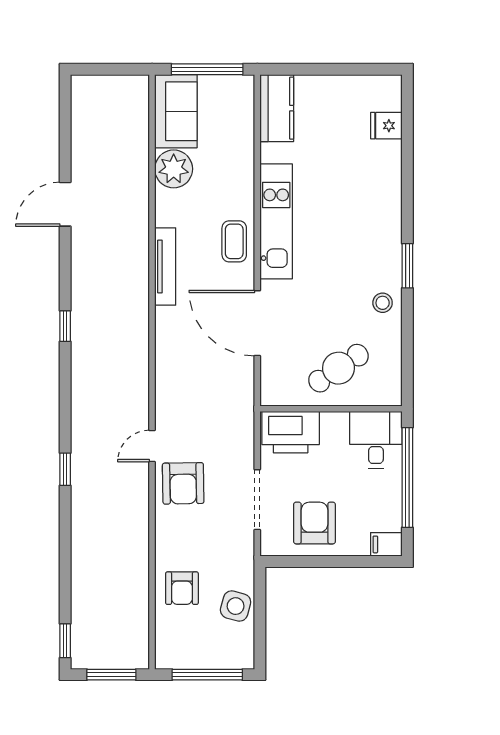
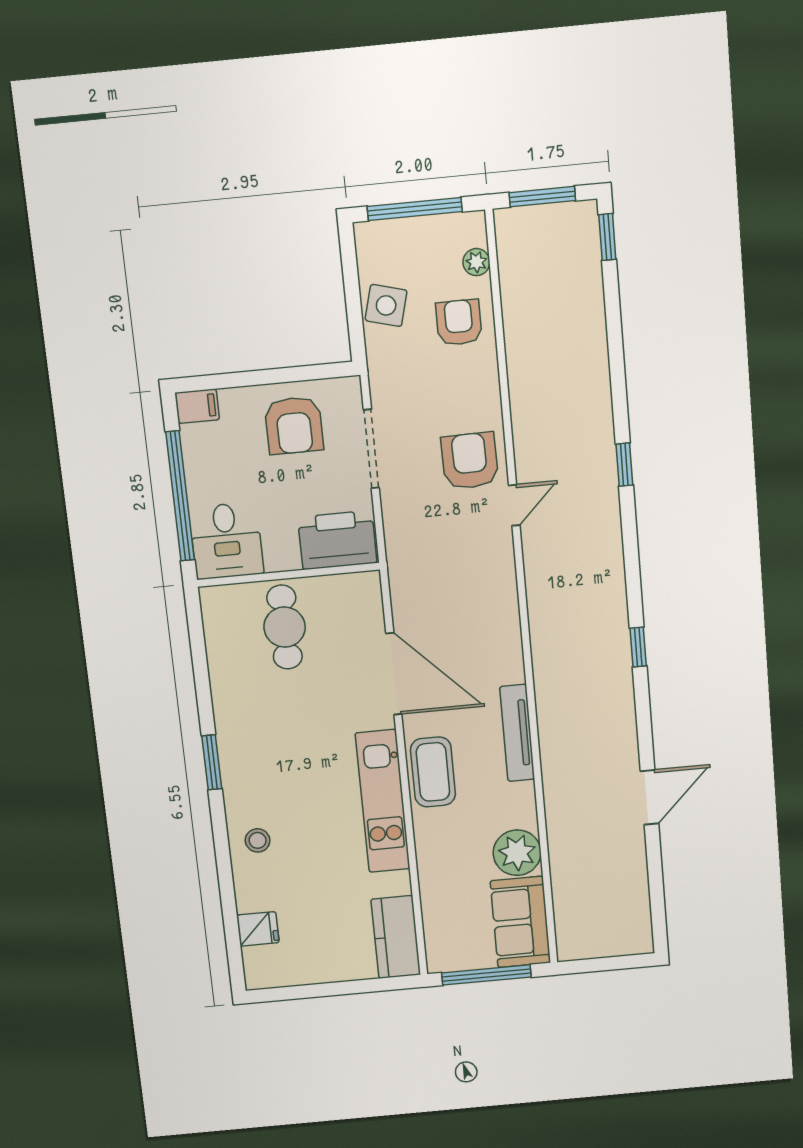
coffee table: (234, 241) -> (433, 772), width x1.36, depth x1.30
stool: (383, 303) -> (258, 840), moved
cafe table: (338, 368) -> (285, 627), turned -56
plant: (165, 632) -> (476, 262), added

